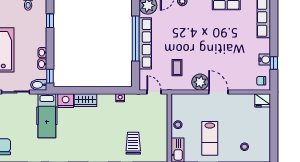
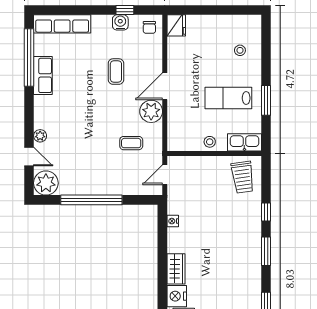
row of seats: (145, 43) -> (98, 187), removed
coffee table: (229, 56) -> (116, 72), added
lab bench: (210, 138) -> (228, 98), turned 180
trolley: (133, 143) -> (243, 177), moved, turned -98

